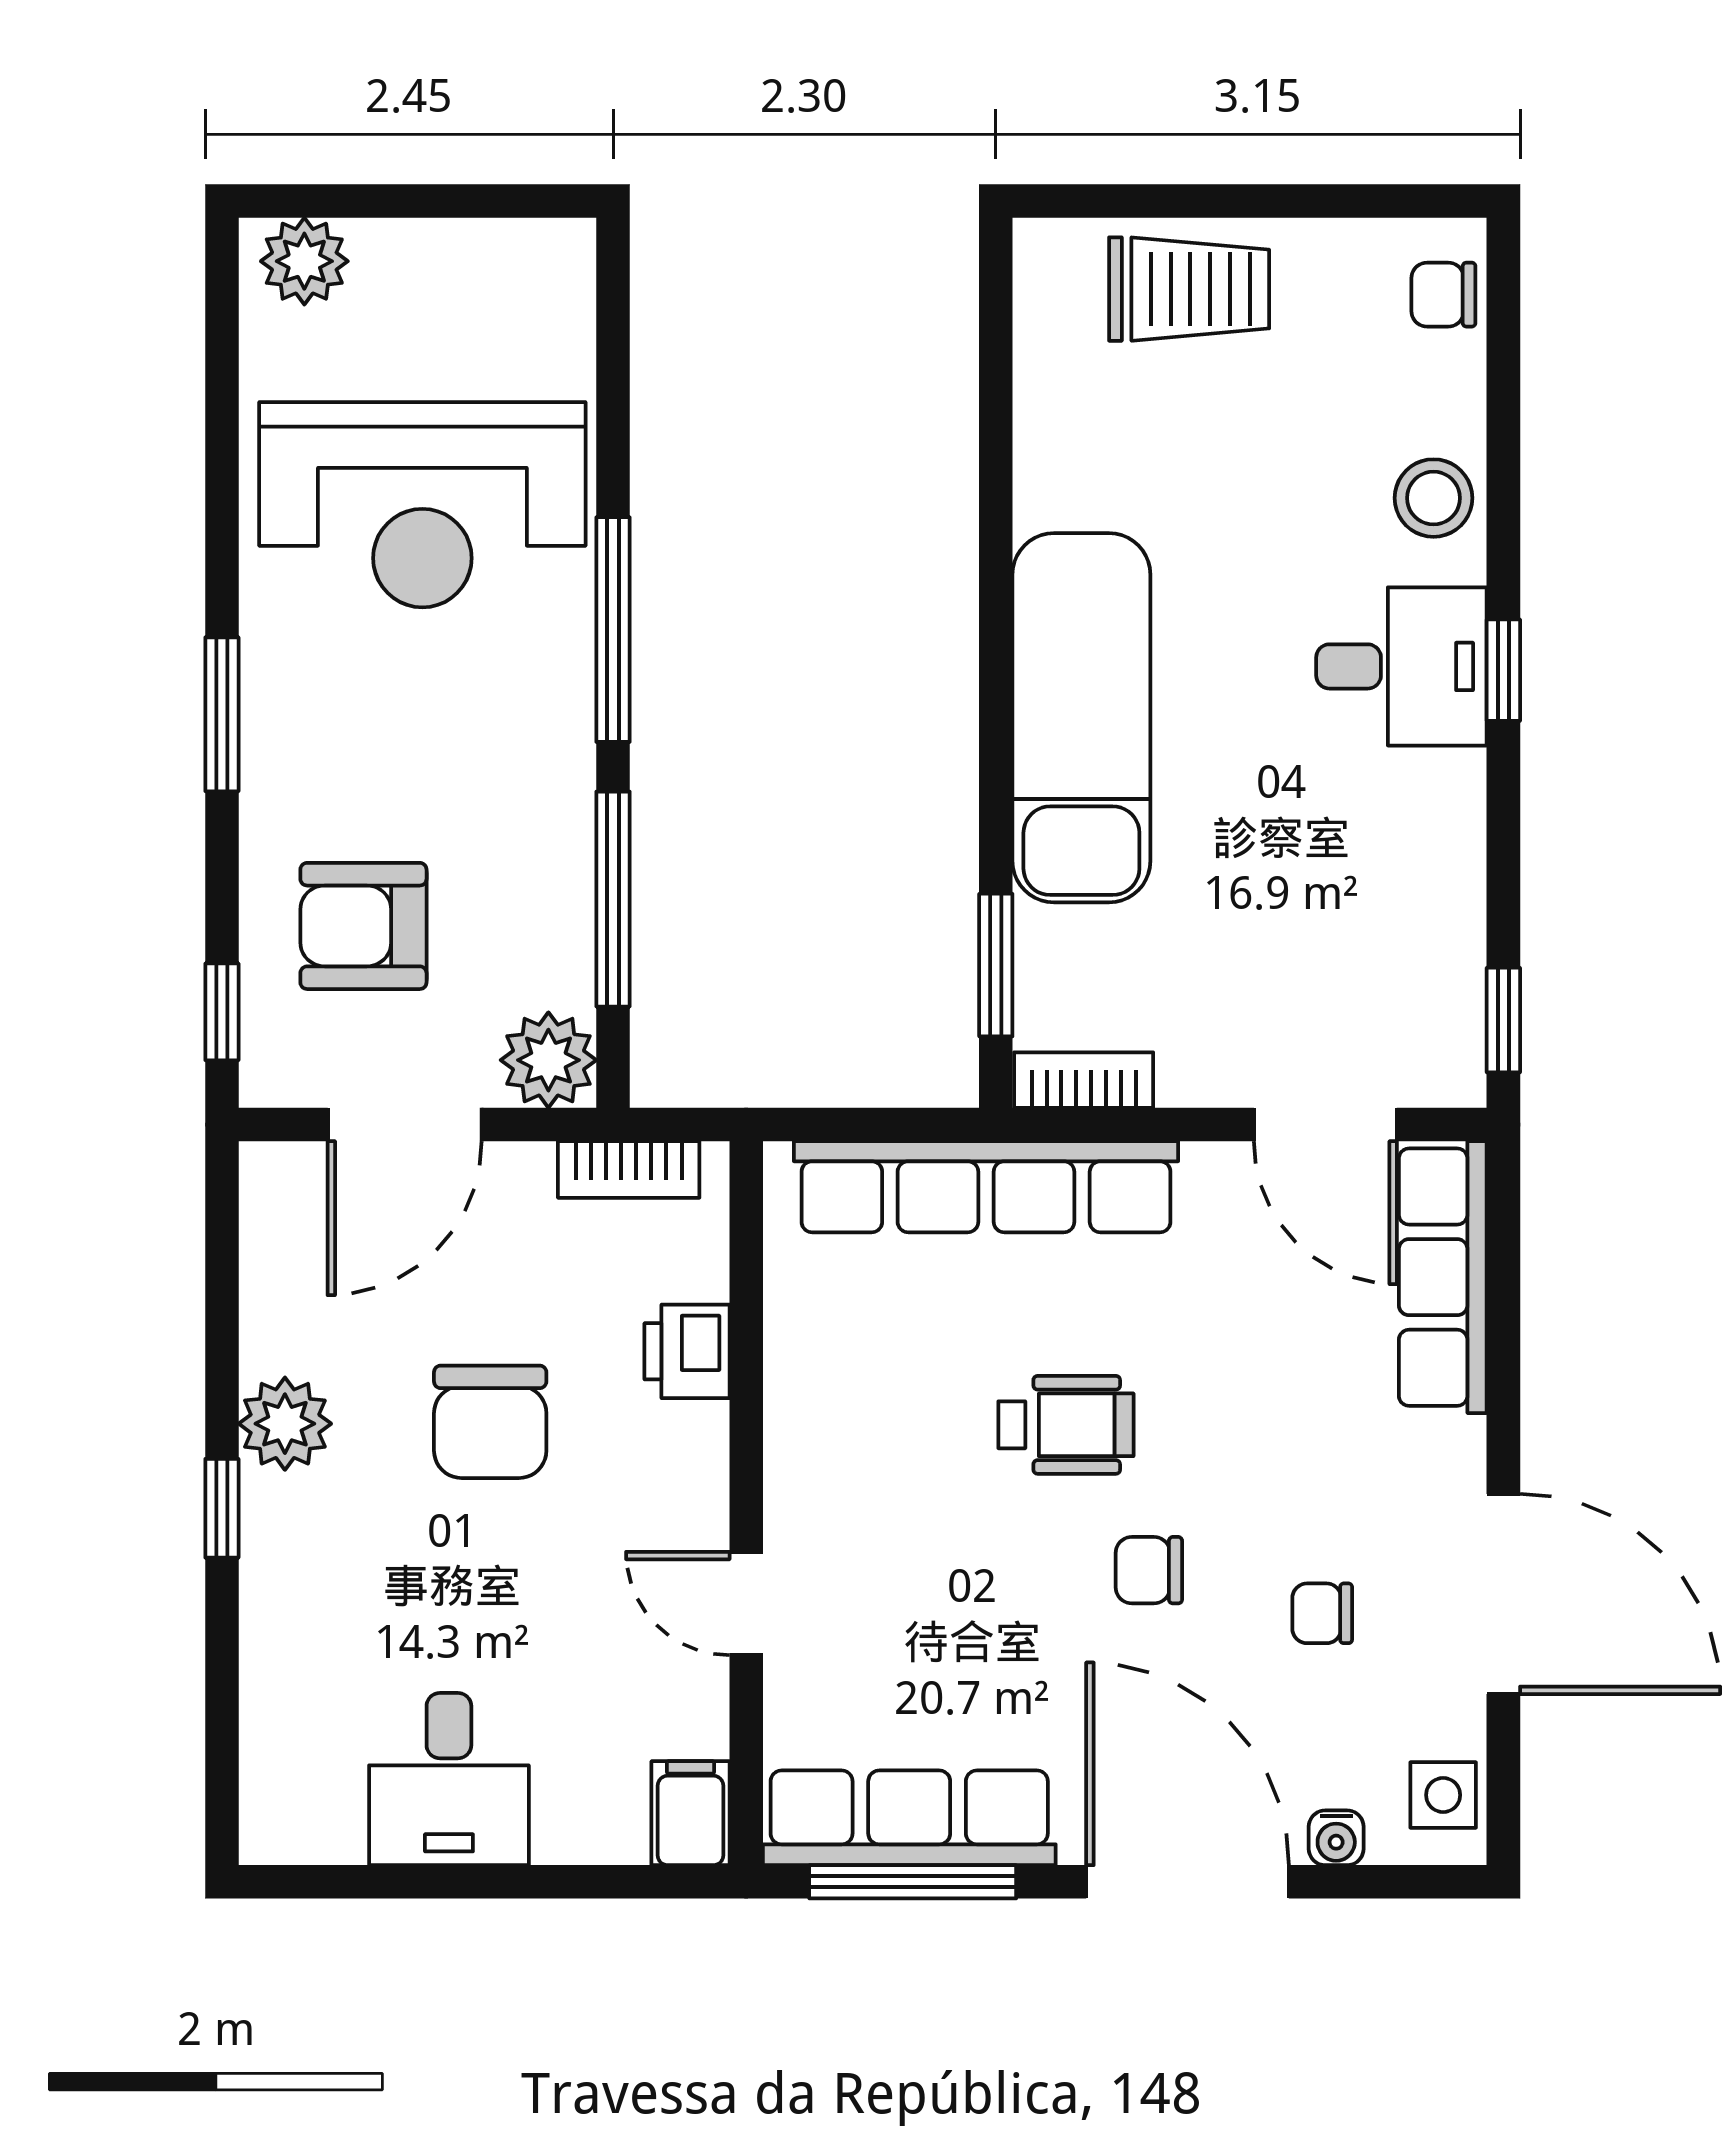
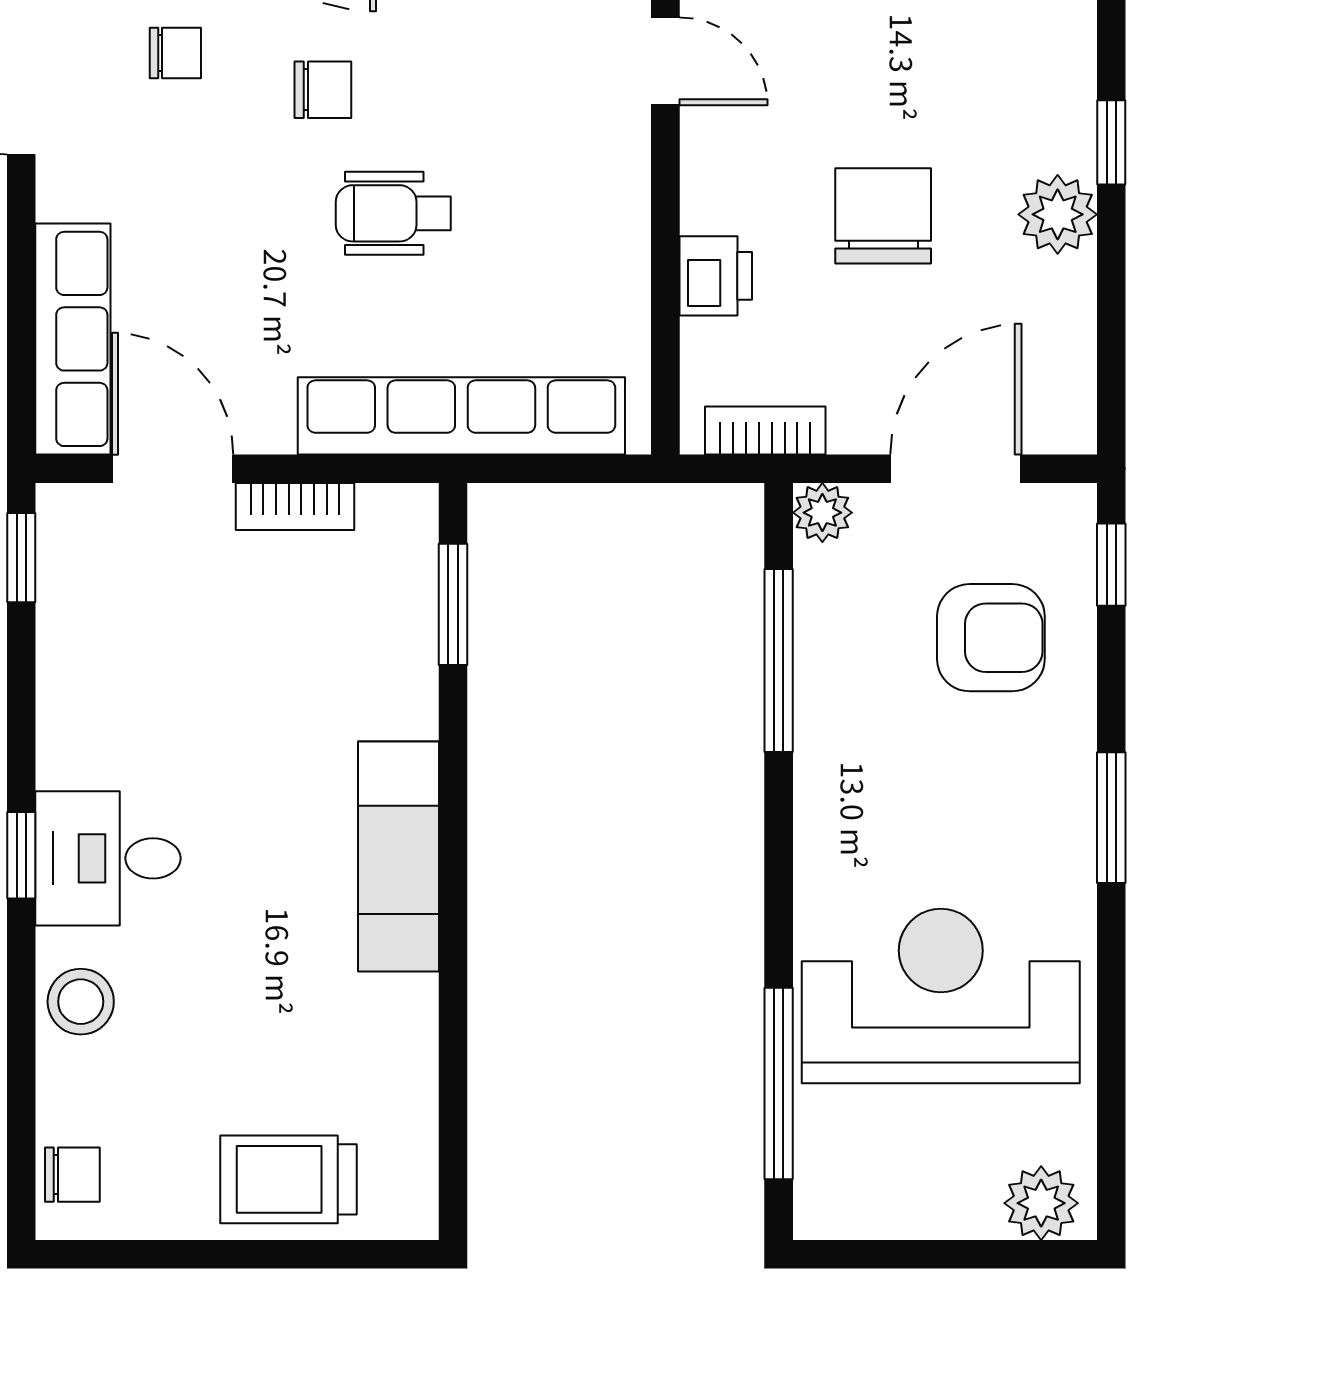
window: (613, 630) -> (779, 1083), moved
exam couch: (1081, 718) -> (399, 857), width x0.73, depth x0.69
plant: (548, 1060) -> (822, 513), width x0.73, depth x0.73
bookcase: (1084, 1080) -> (295, 507), moved

